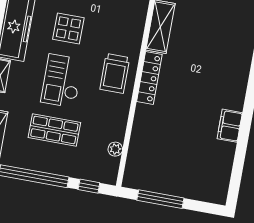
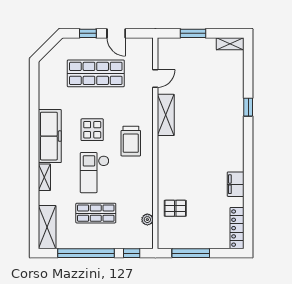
trolley: (115, 73) -> (131, 141), moved
locker: (149, 78) -> (237, 228), moved, turned 180
pallet: (151, 142) -> (175, 208), added

